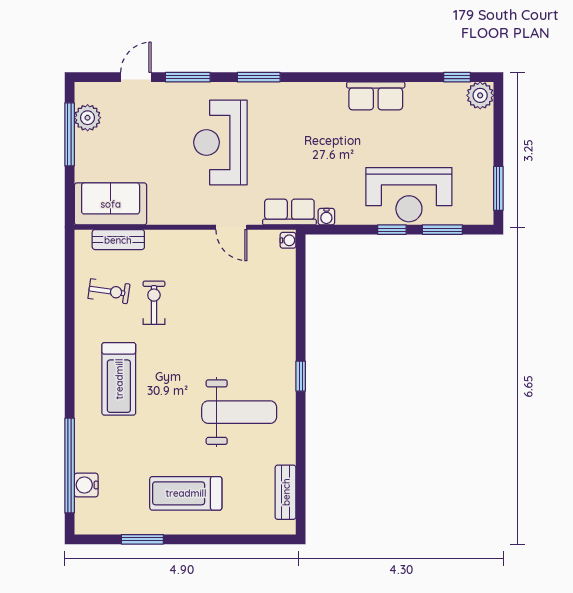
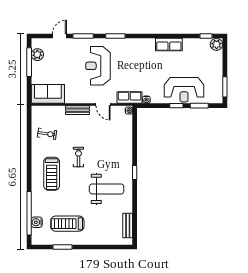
bench: (118, 240) -> (77, 110), moved
exercise bike: (154, 303) -> (78, 157), moved
treadmill: (186, 493) -> (67, 224), moved

